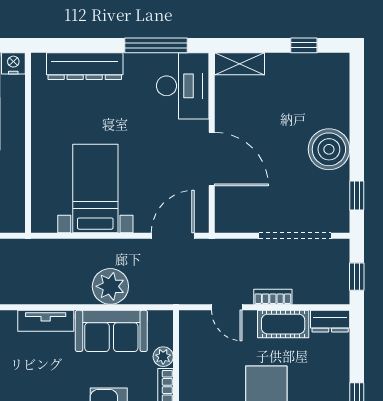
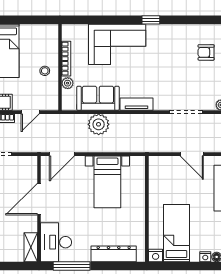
shelving: (239, 64) -> (31, 247), moved, turned 90
door: (212, 159) -> (39, 199), hinge flipped
door: (227, 307) -> (30, 112), swing flipped
stool: (202, 377) -> (45, 71), added

